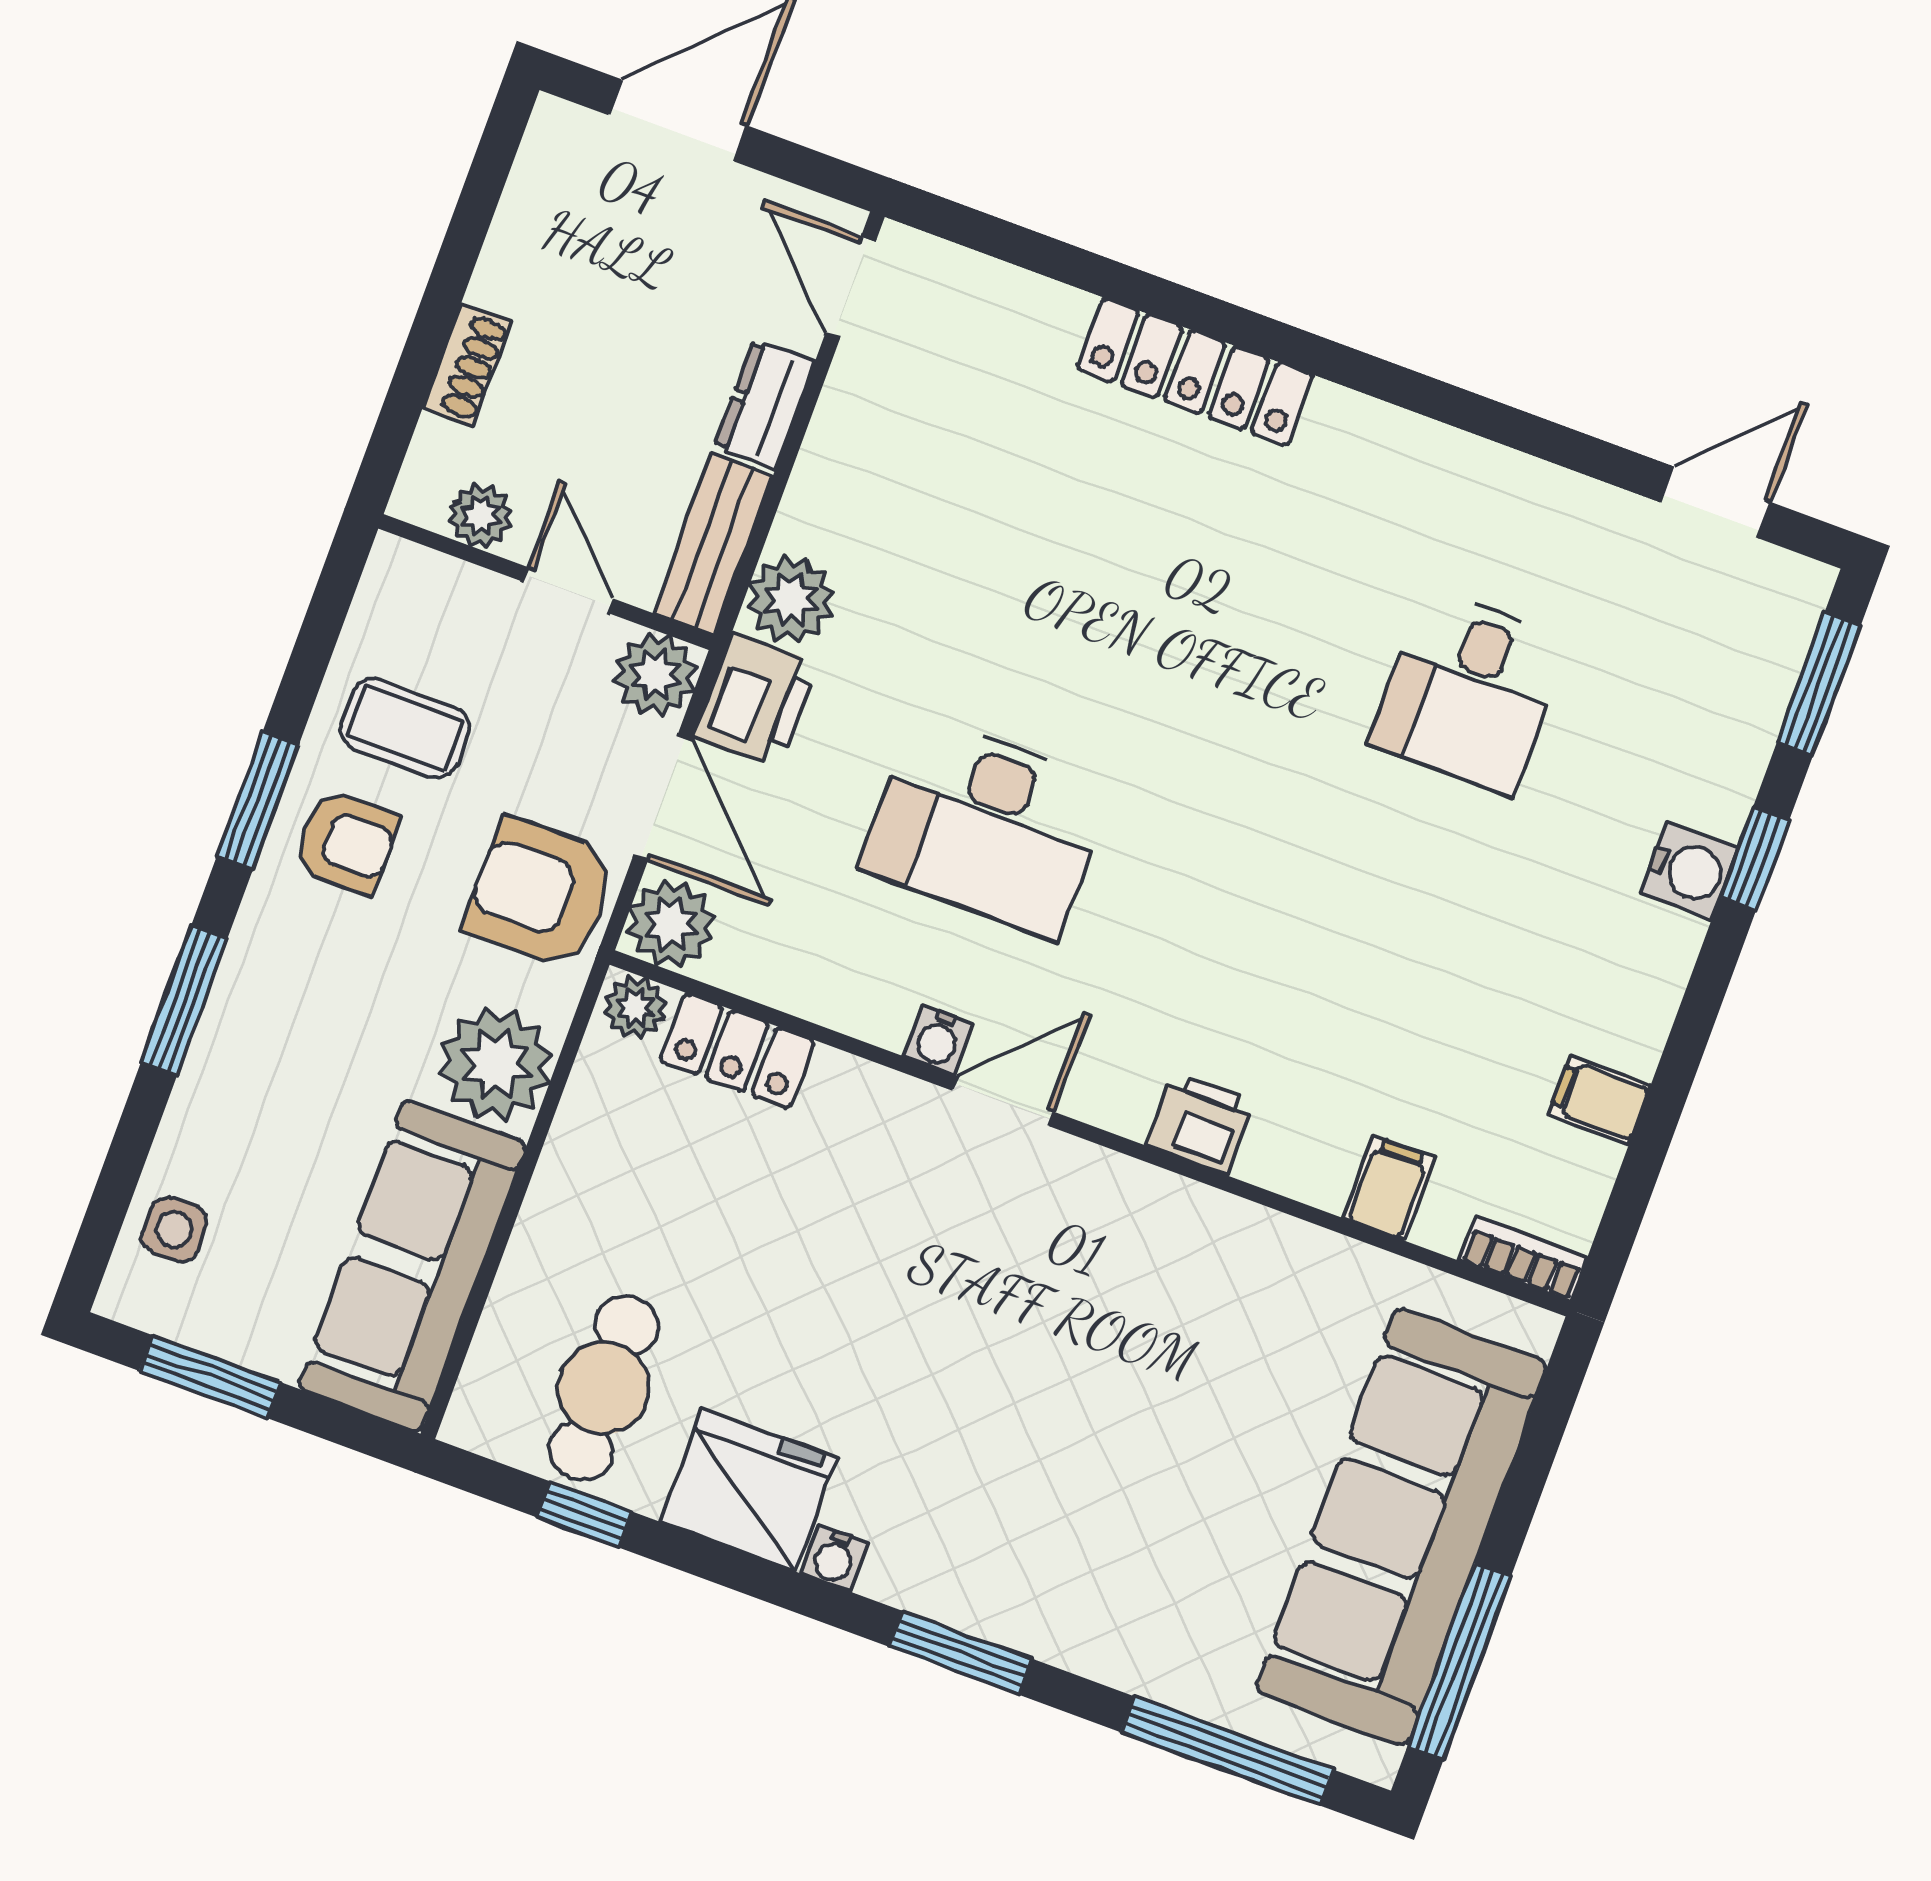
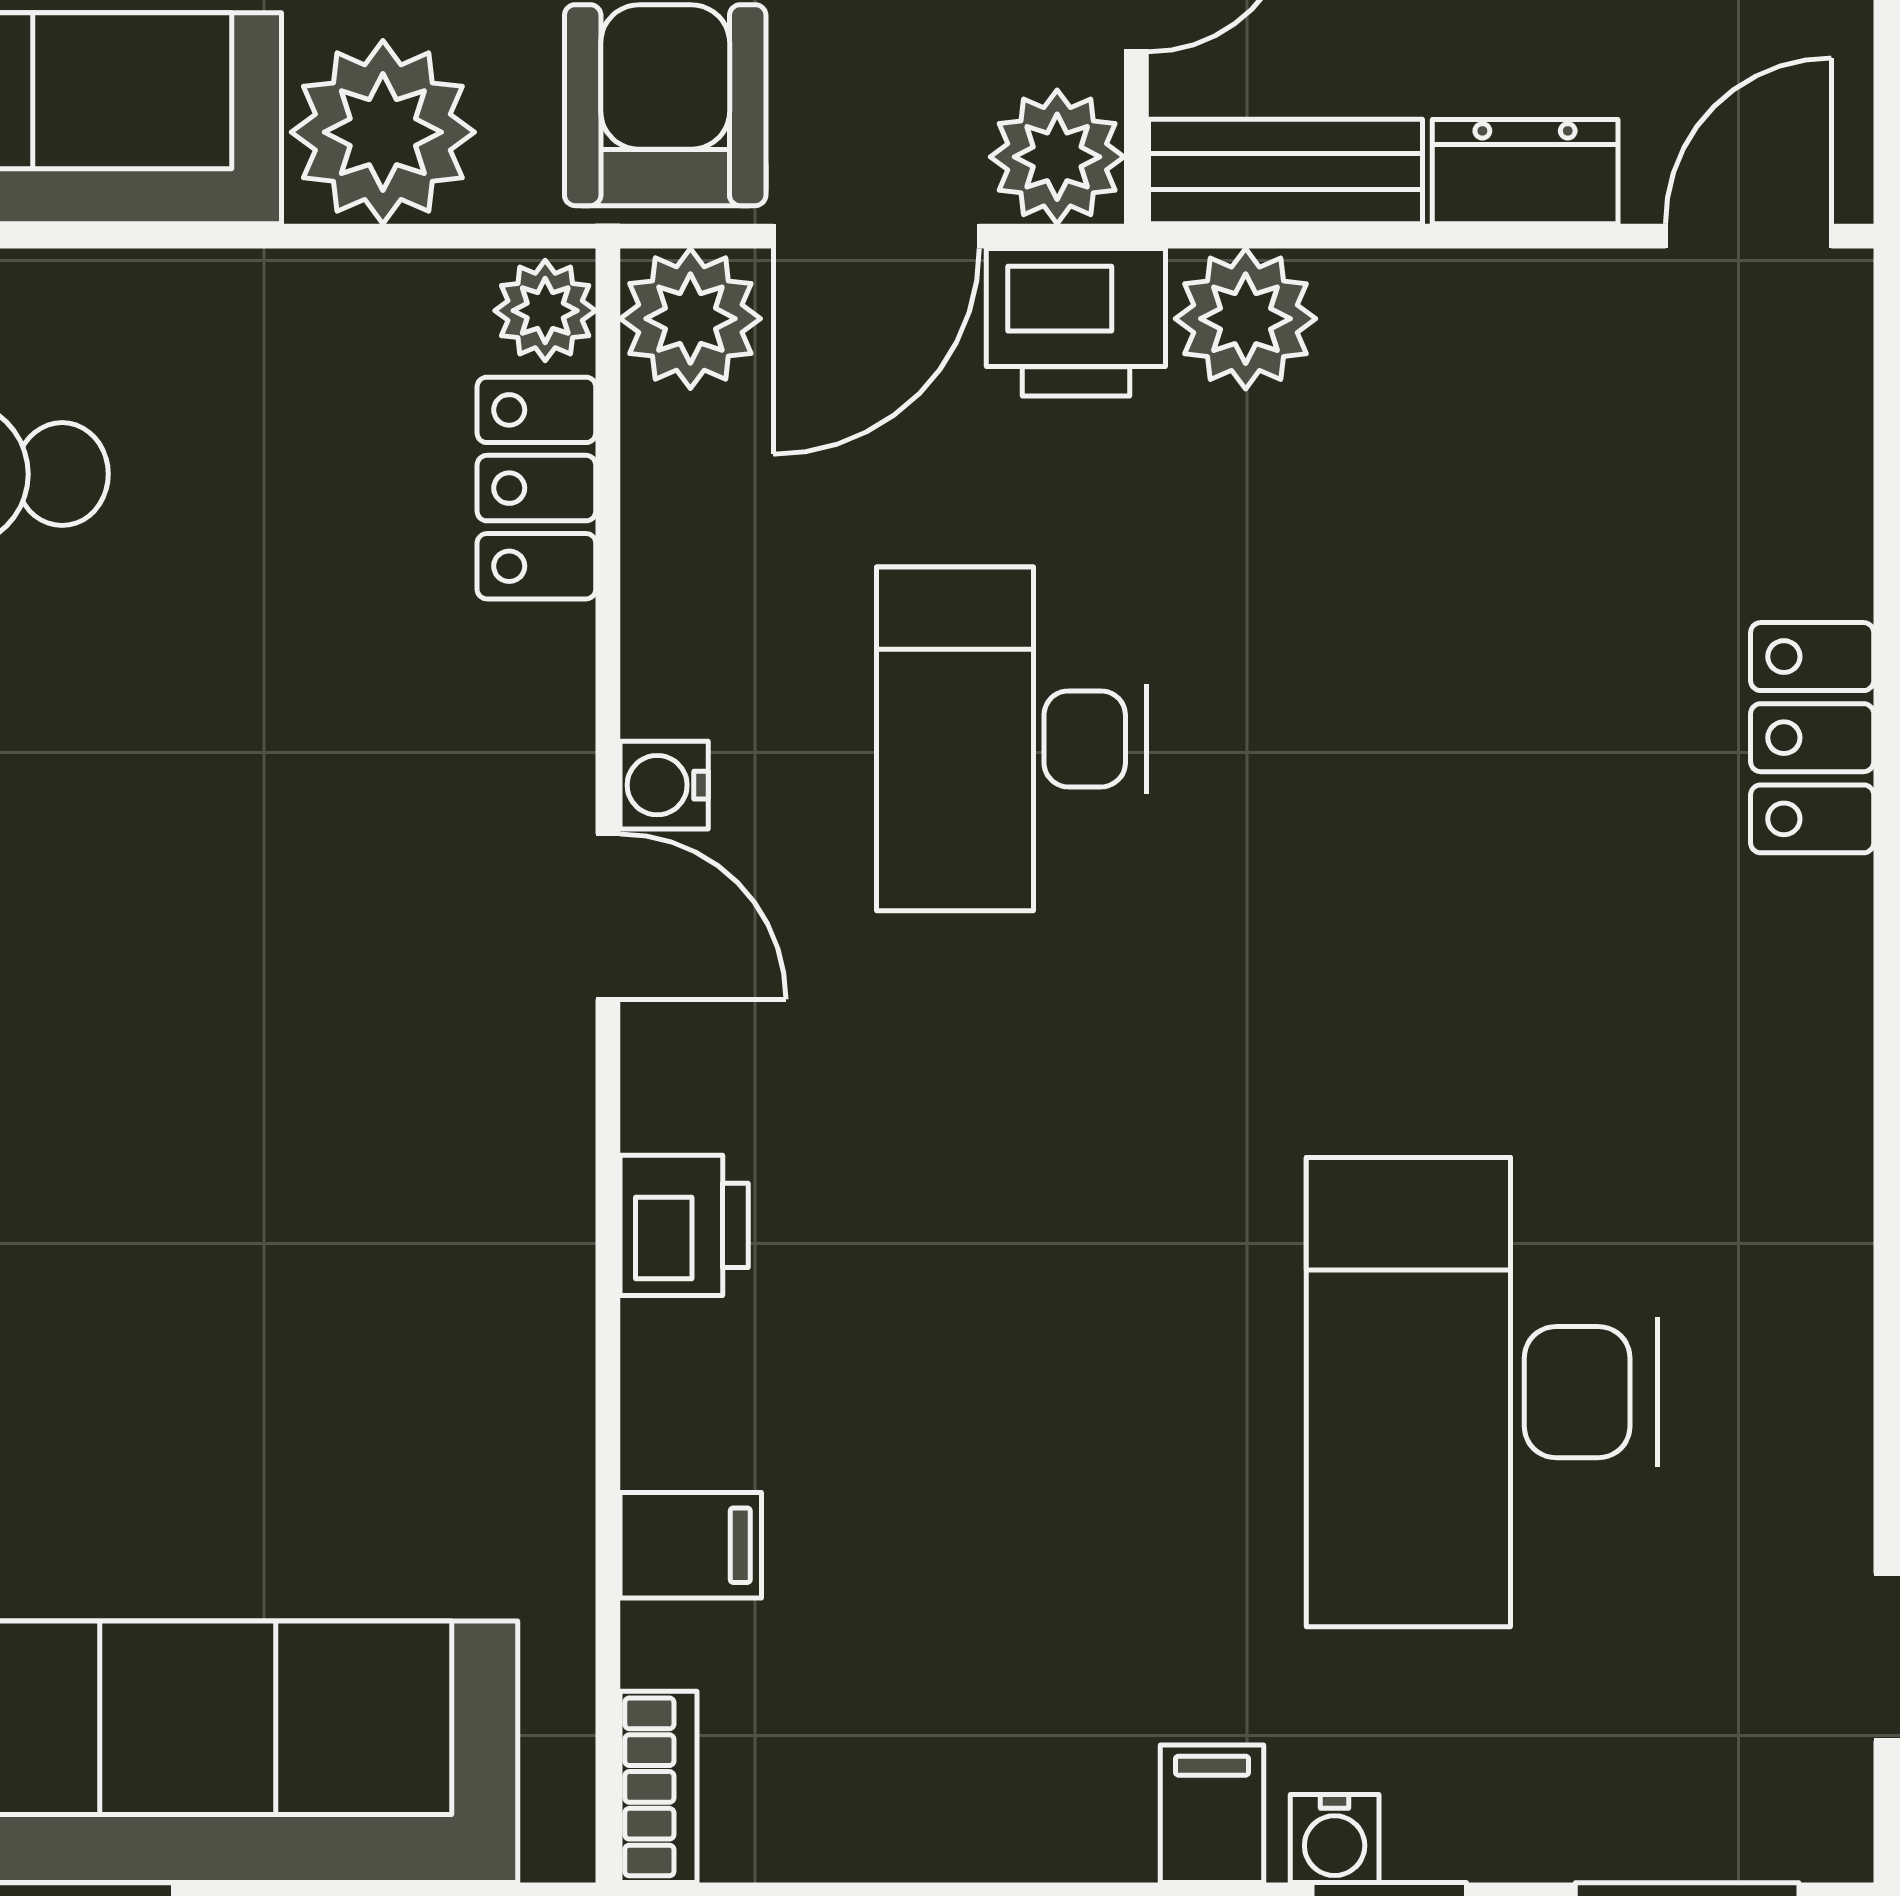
locker: (1195, 372) -> (1812, 738), width x0.66
desk: (1470, 692) -> (1482, 1392), width x1.87, depth x1.30
water cooler: (1689, 871) -> (1335, 1839), width x0.72, depth x0.72
filing cabinet: (1600, 1100) -> (1212, 1814), moved

